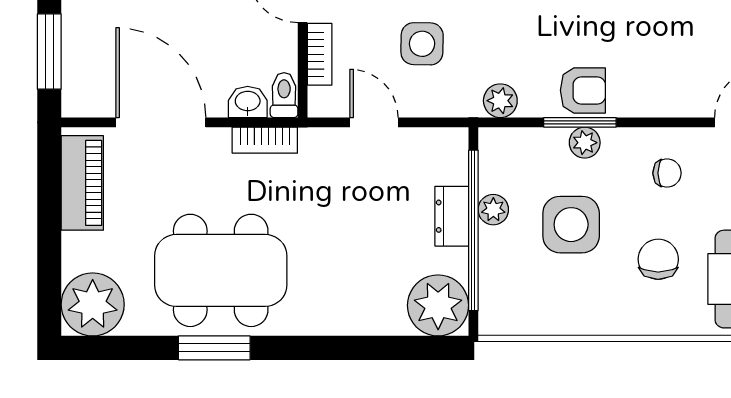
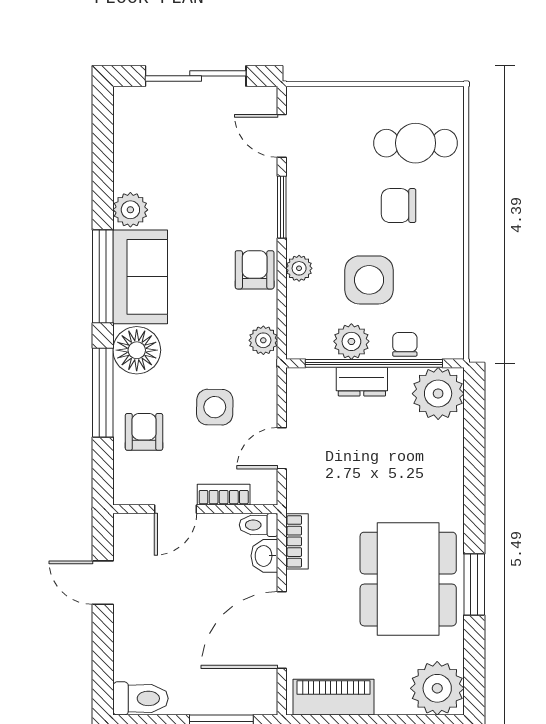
window: (580, 122) -> (282, 207), moved
chair: (667, 173) -> (405, 344), moved
plant: (493, 210) -> (351, 341), width x1.38, depth x1.38

